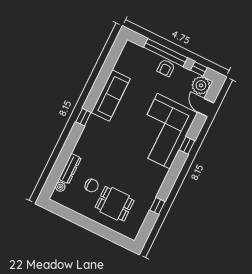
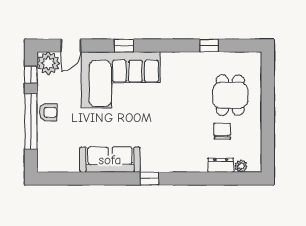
dresser: (70, 169) -> (221, 165), width x0.70

